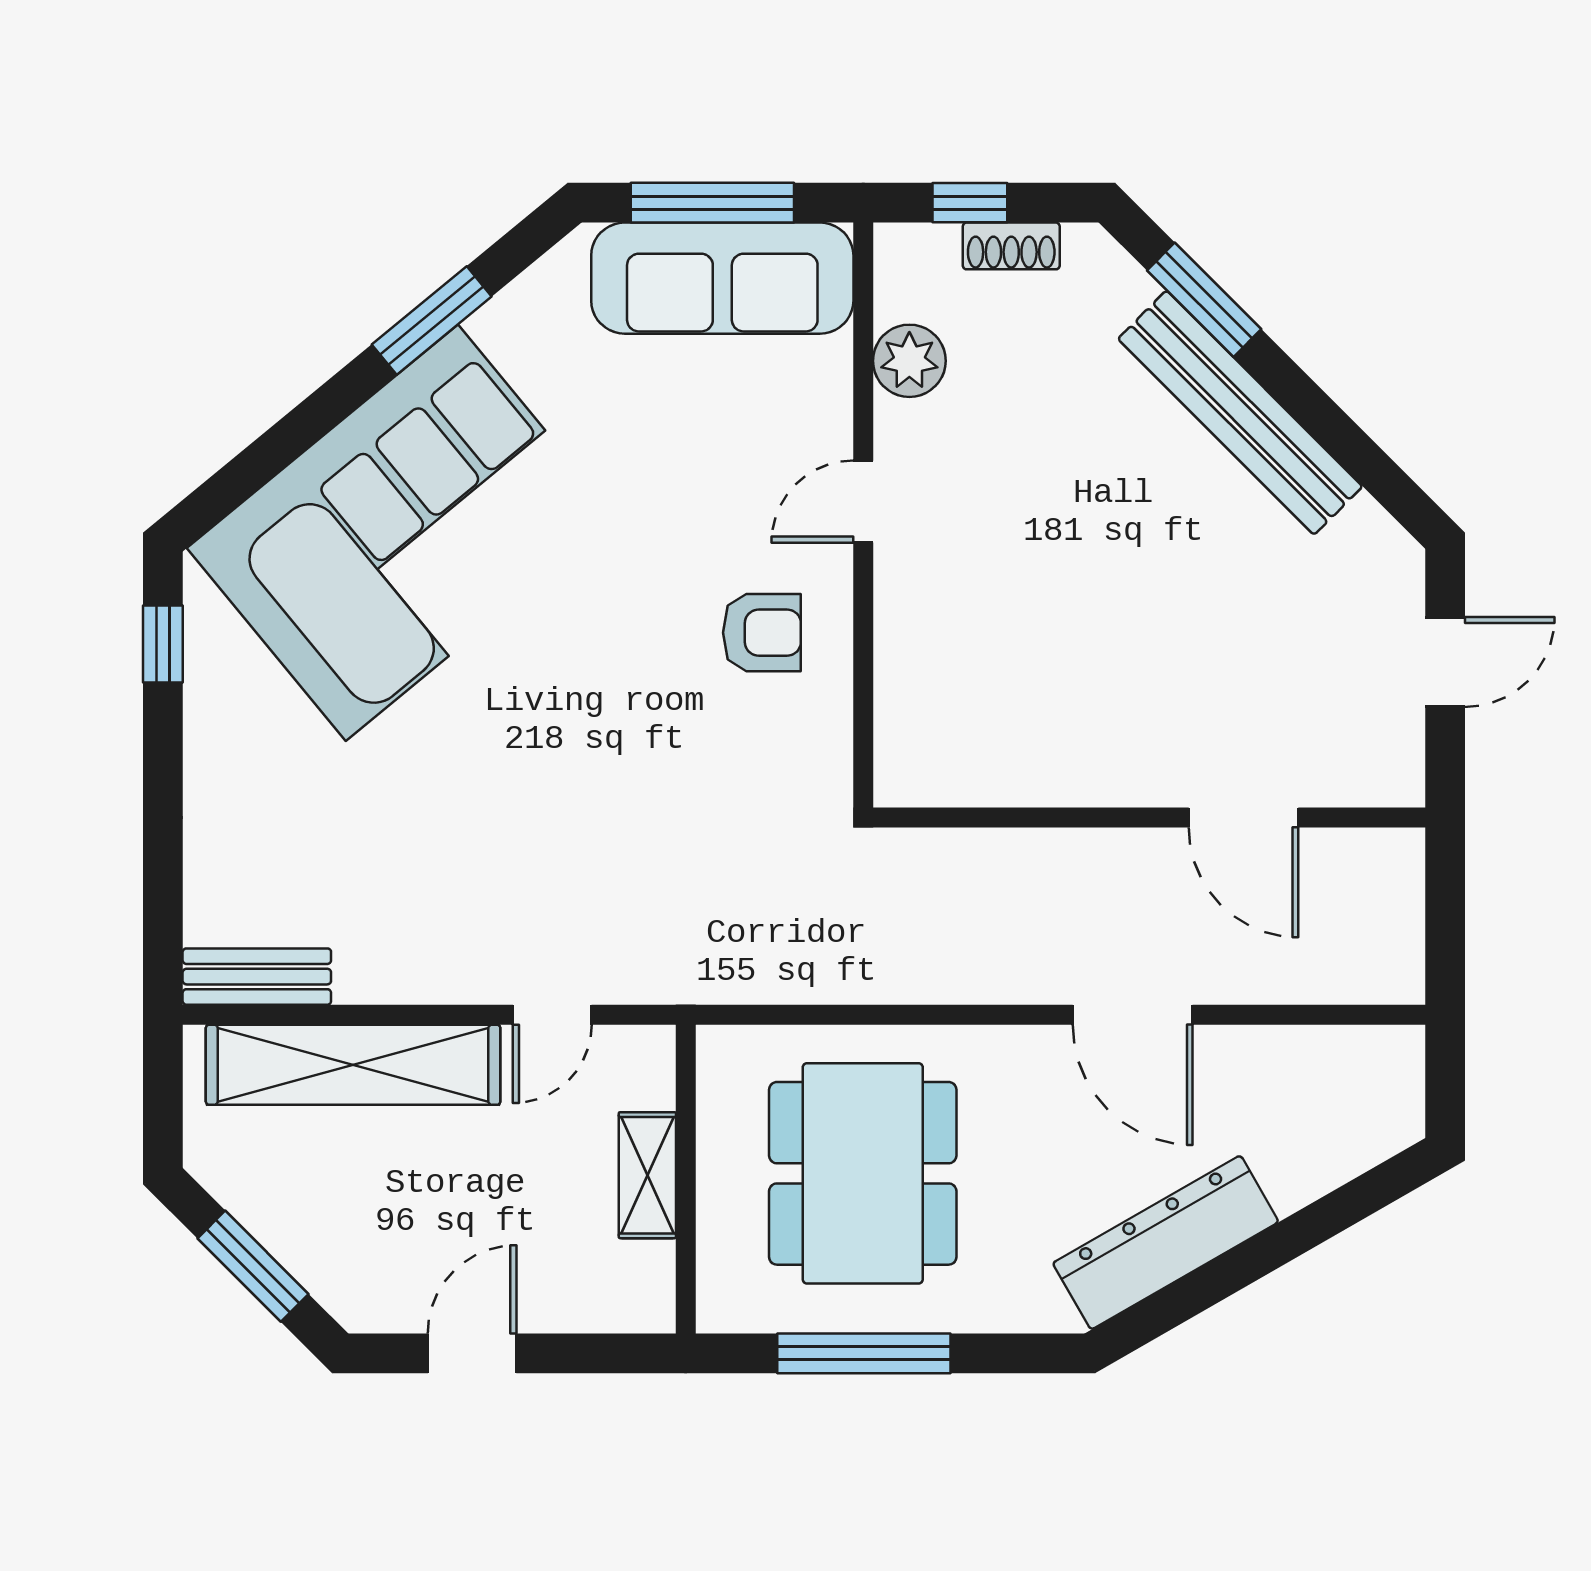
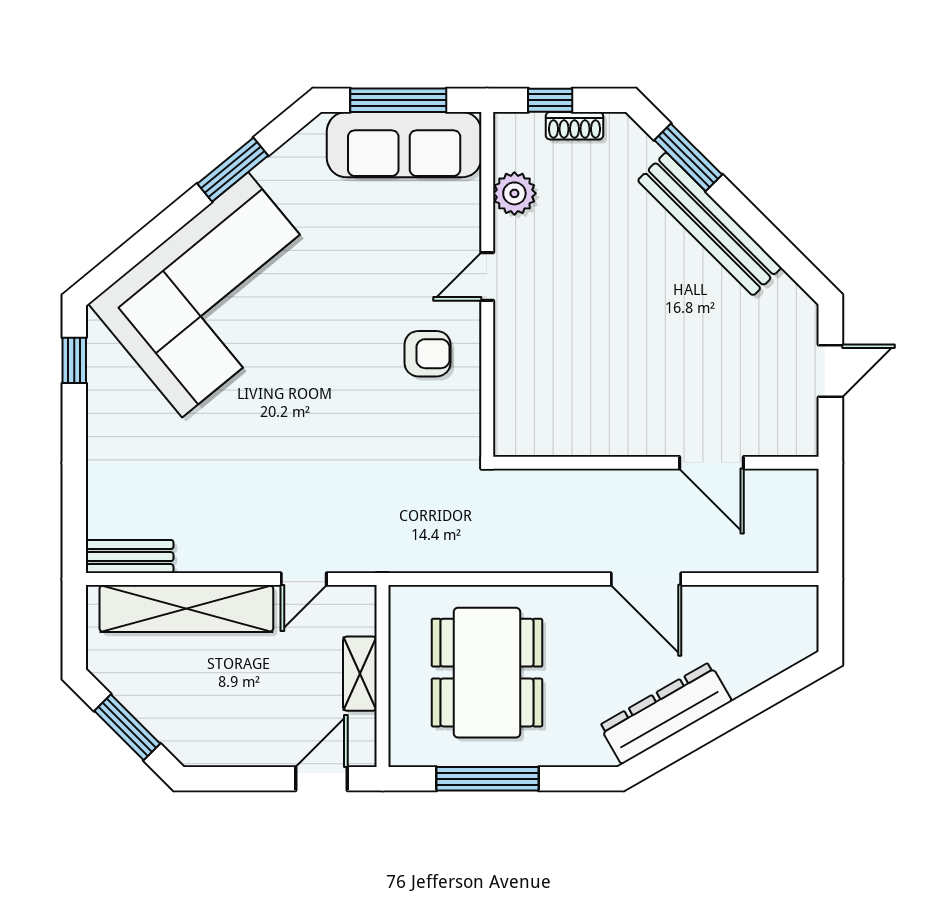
door: (472, 1353) -> (322, 779), moved

